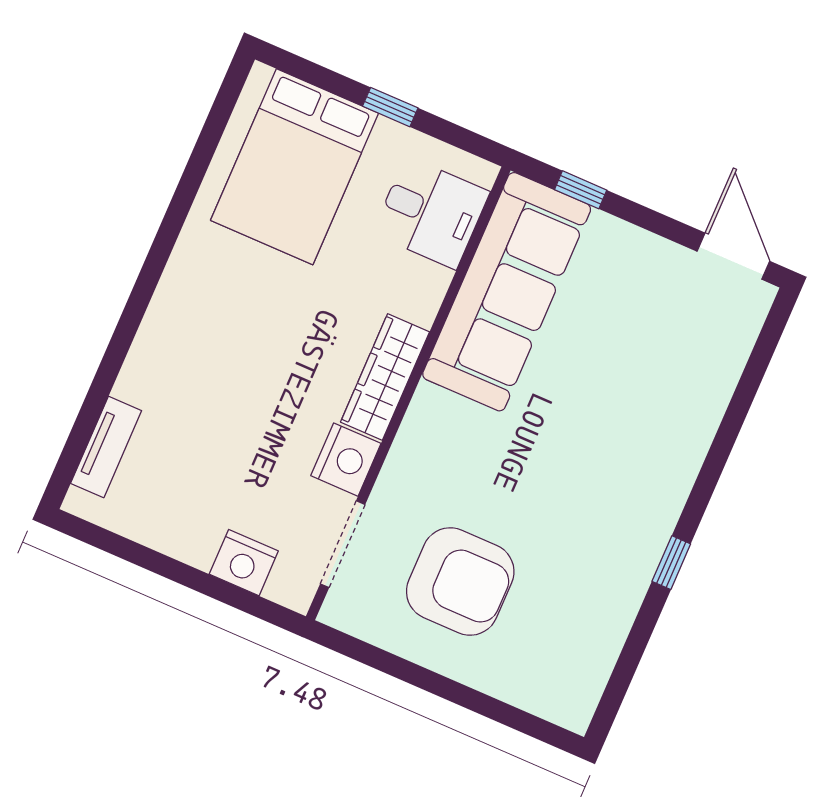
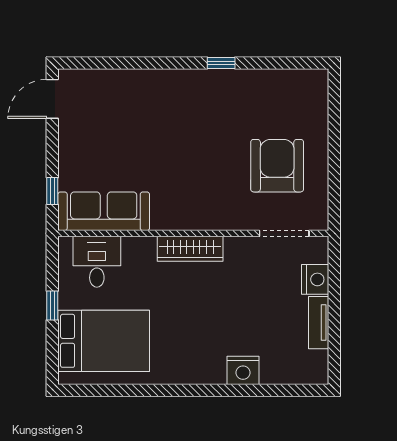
sofa: (507, 292) -> (104, 211), width x0.74, depth x0.79
tv unit: (106, 447) -> (319, 323), moved, turned -90
nightstand: (346, 460) -> (243, 370), moved, turned 180

